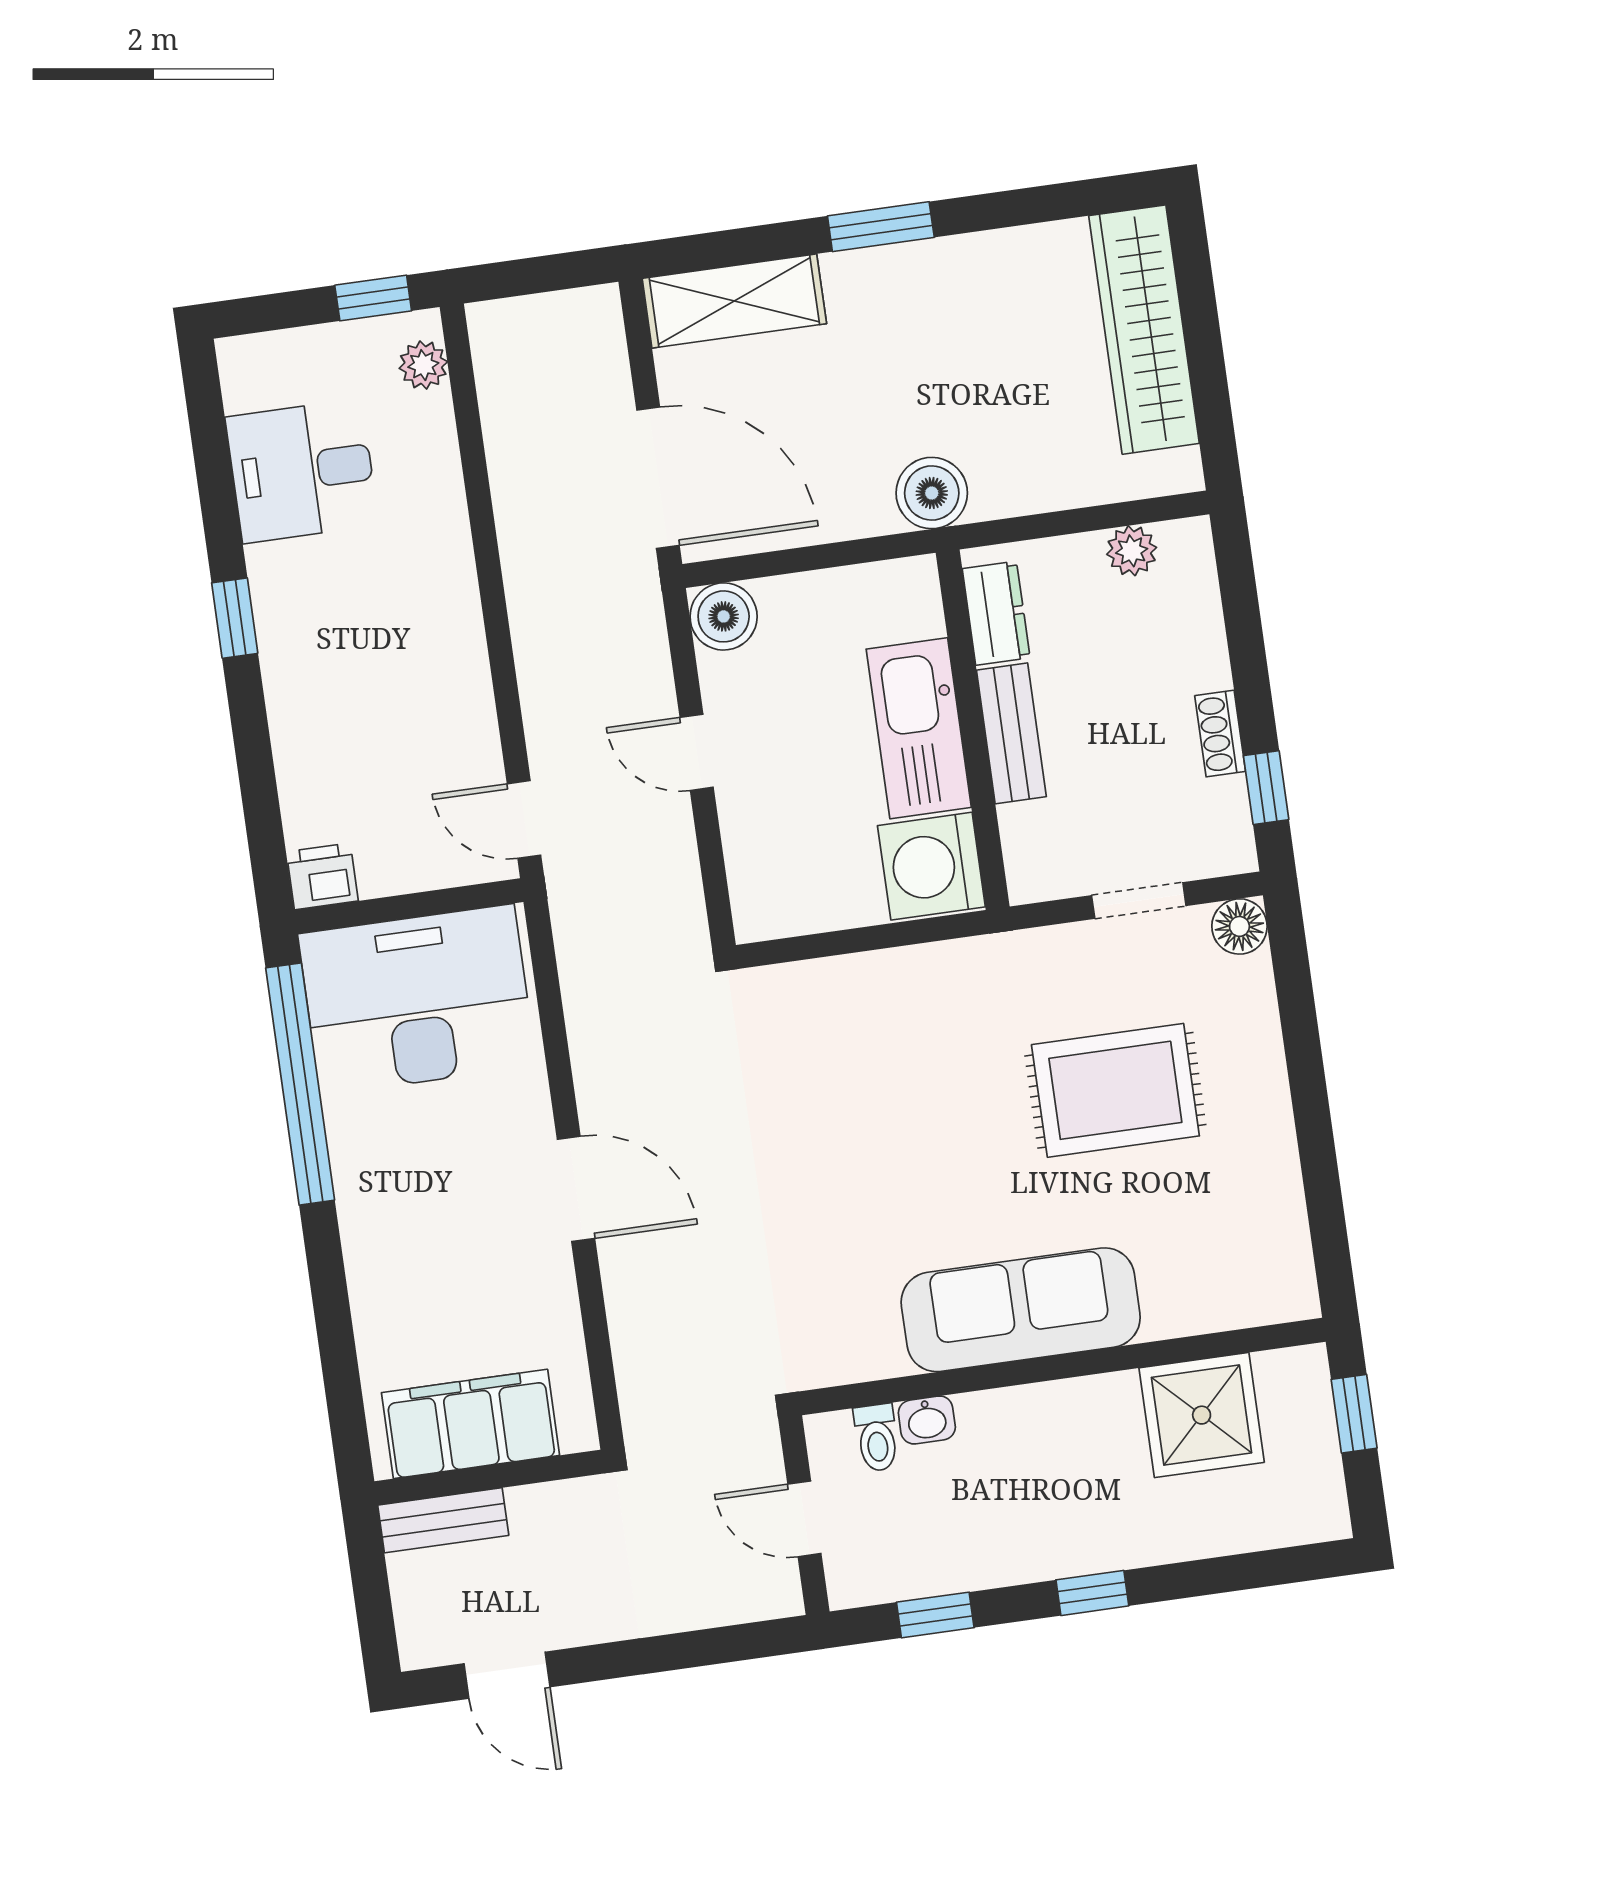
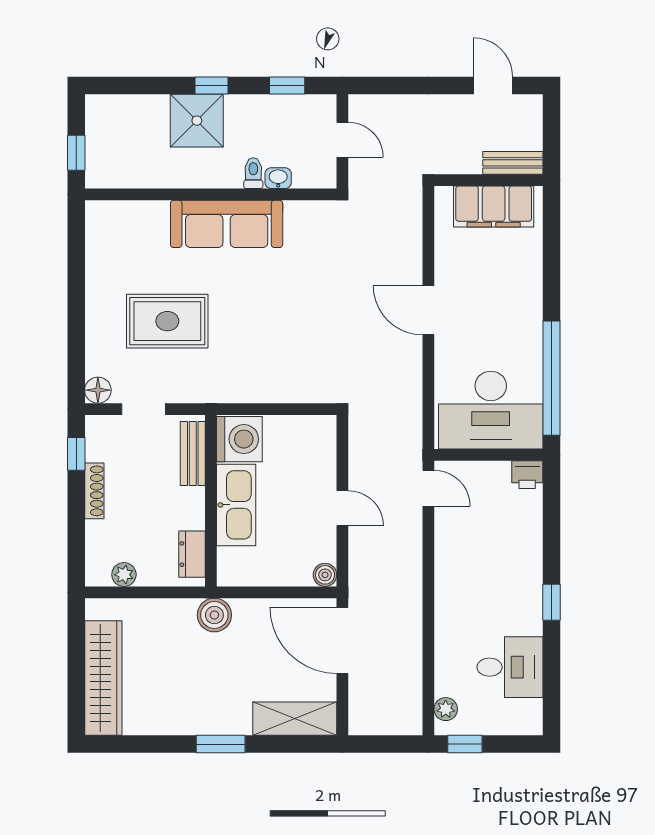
boiler: (724, 616) -> (325, 575), width x0.73, depth x0.73
bench: (1011, 733) -> (193, 454), moved
shoe rack: (1220, 734) -> (94, 491), width x1.43
shower: (1202, 1415) -> (197, 121), moved
toilet: (877, 1438) -> (253, 173), moved

